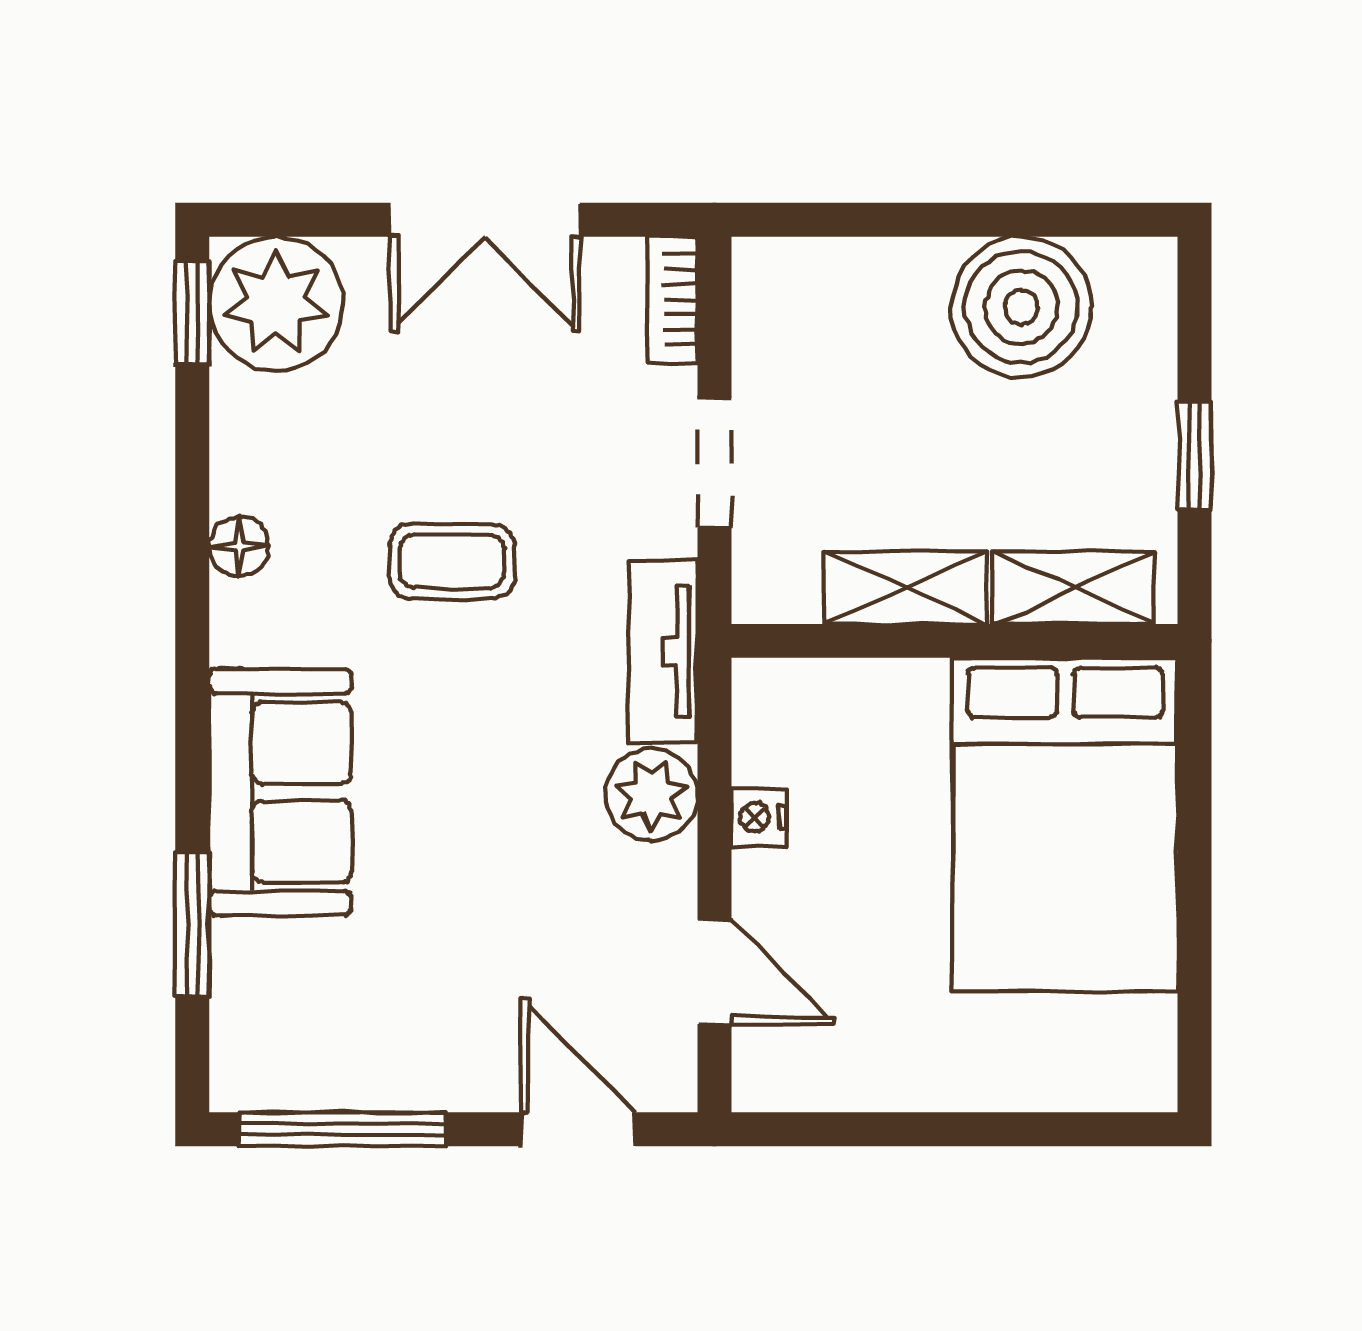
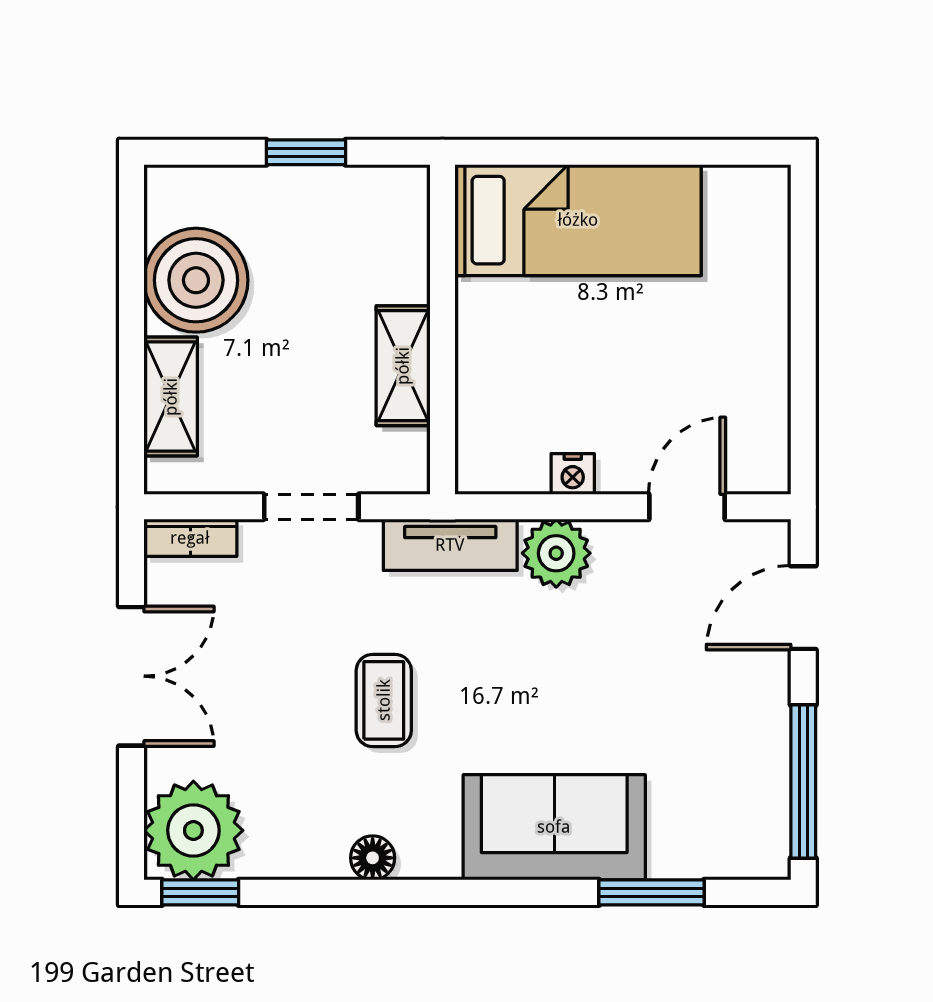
shelving: (1074, 588) -> (171, 397), moved
bed: (1065, 824) -> (578, 220), width x0.67

